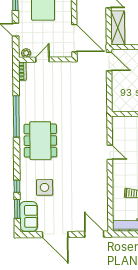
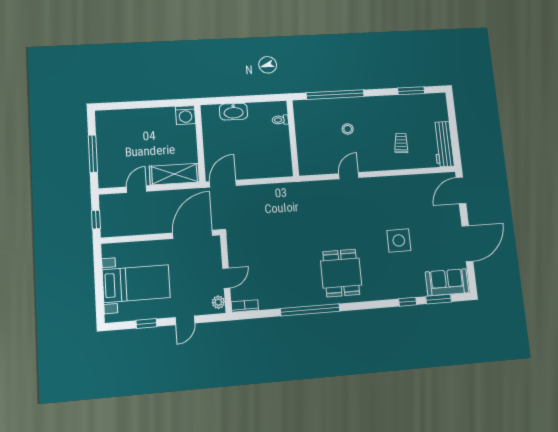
door: (42, 60) -> (226, 278), swing flipped
dining table: (40, 141) -> (341, 273), width x0.73
side table: (45, 187) -> (399, 240), moved

